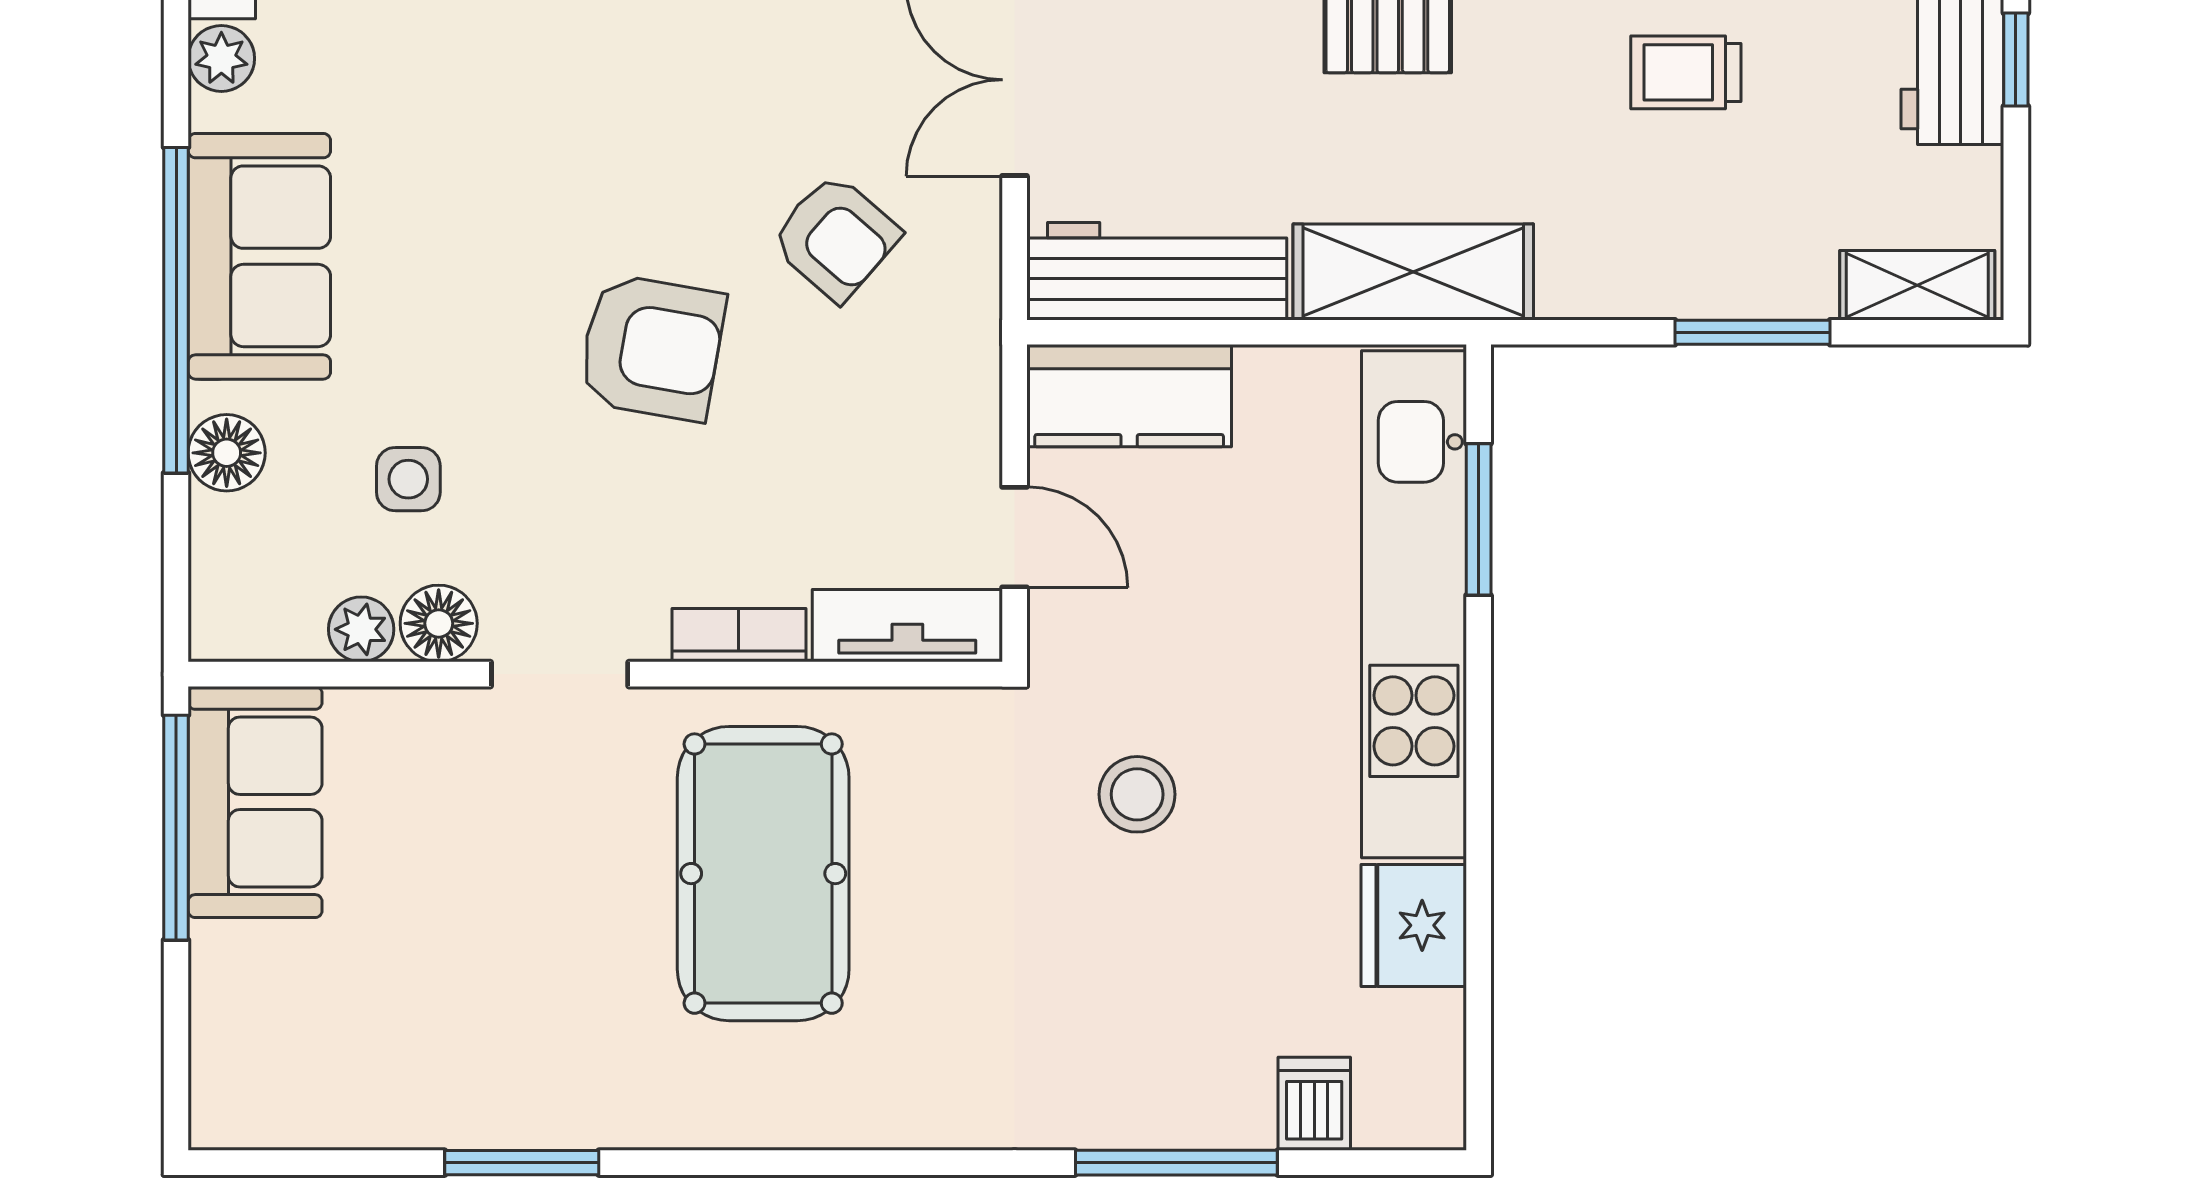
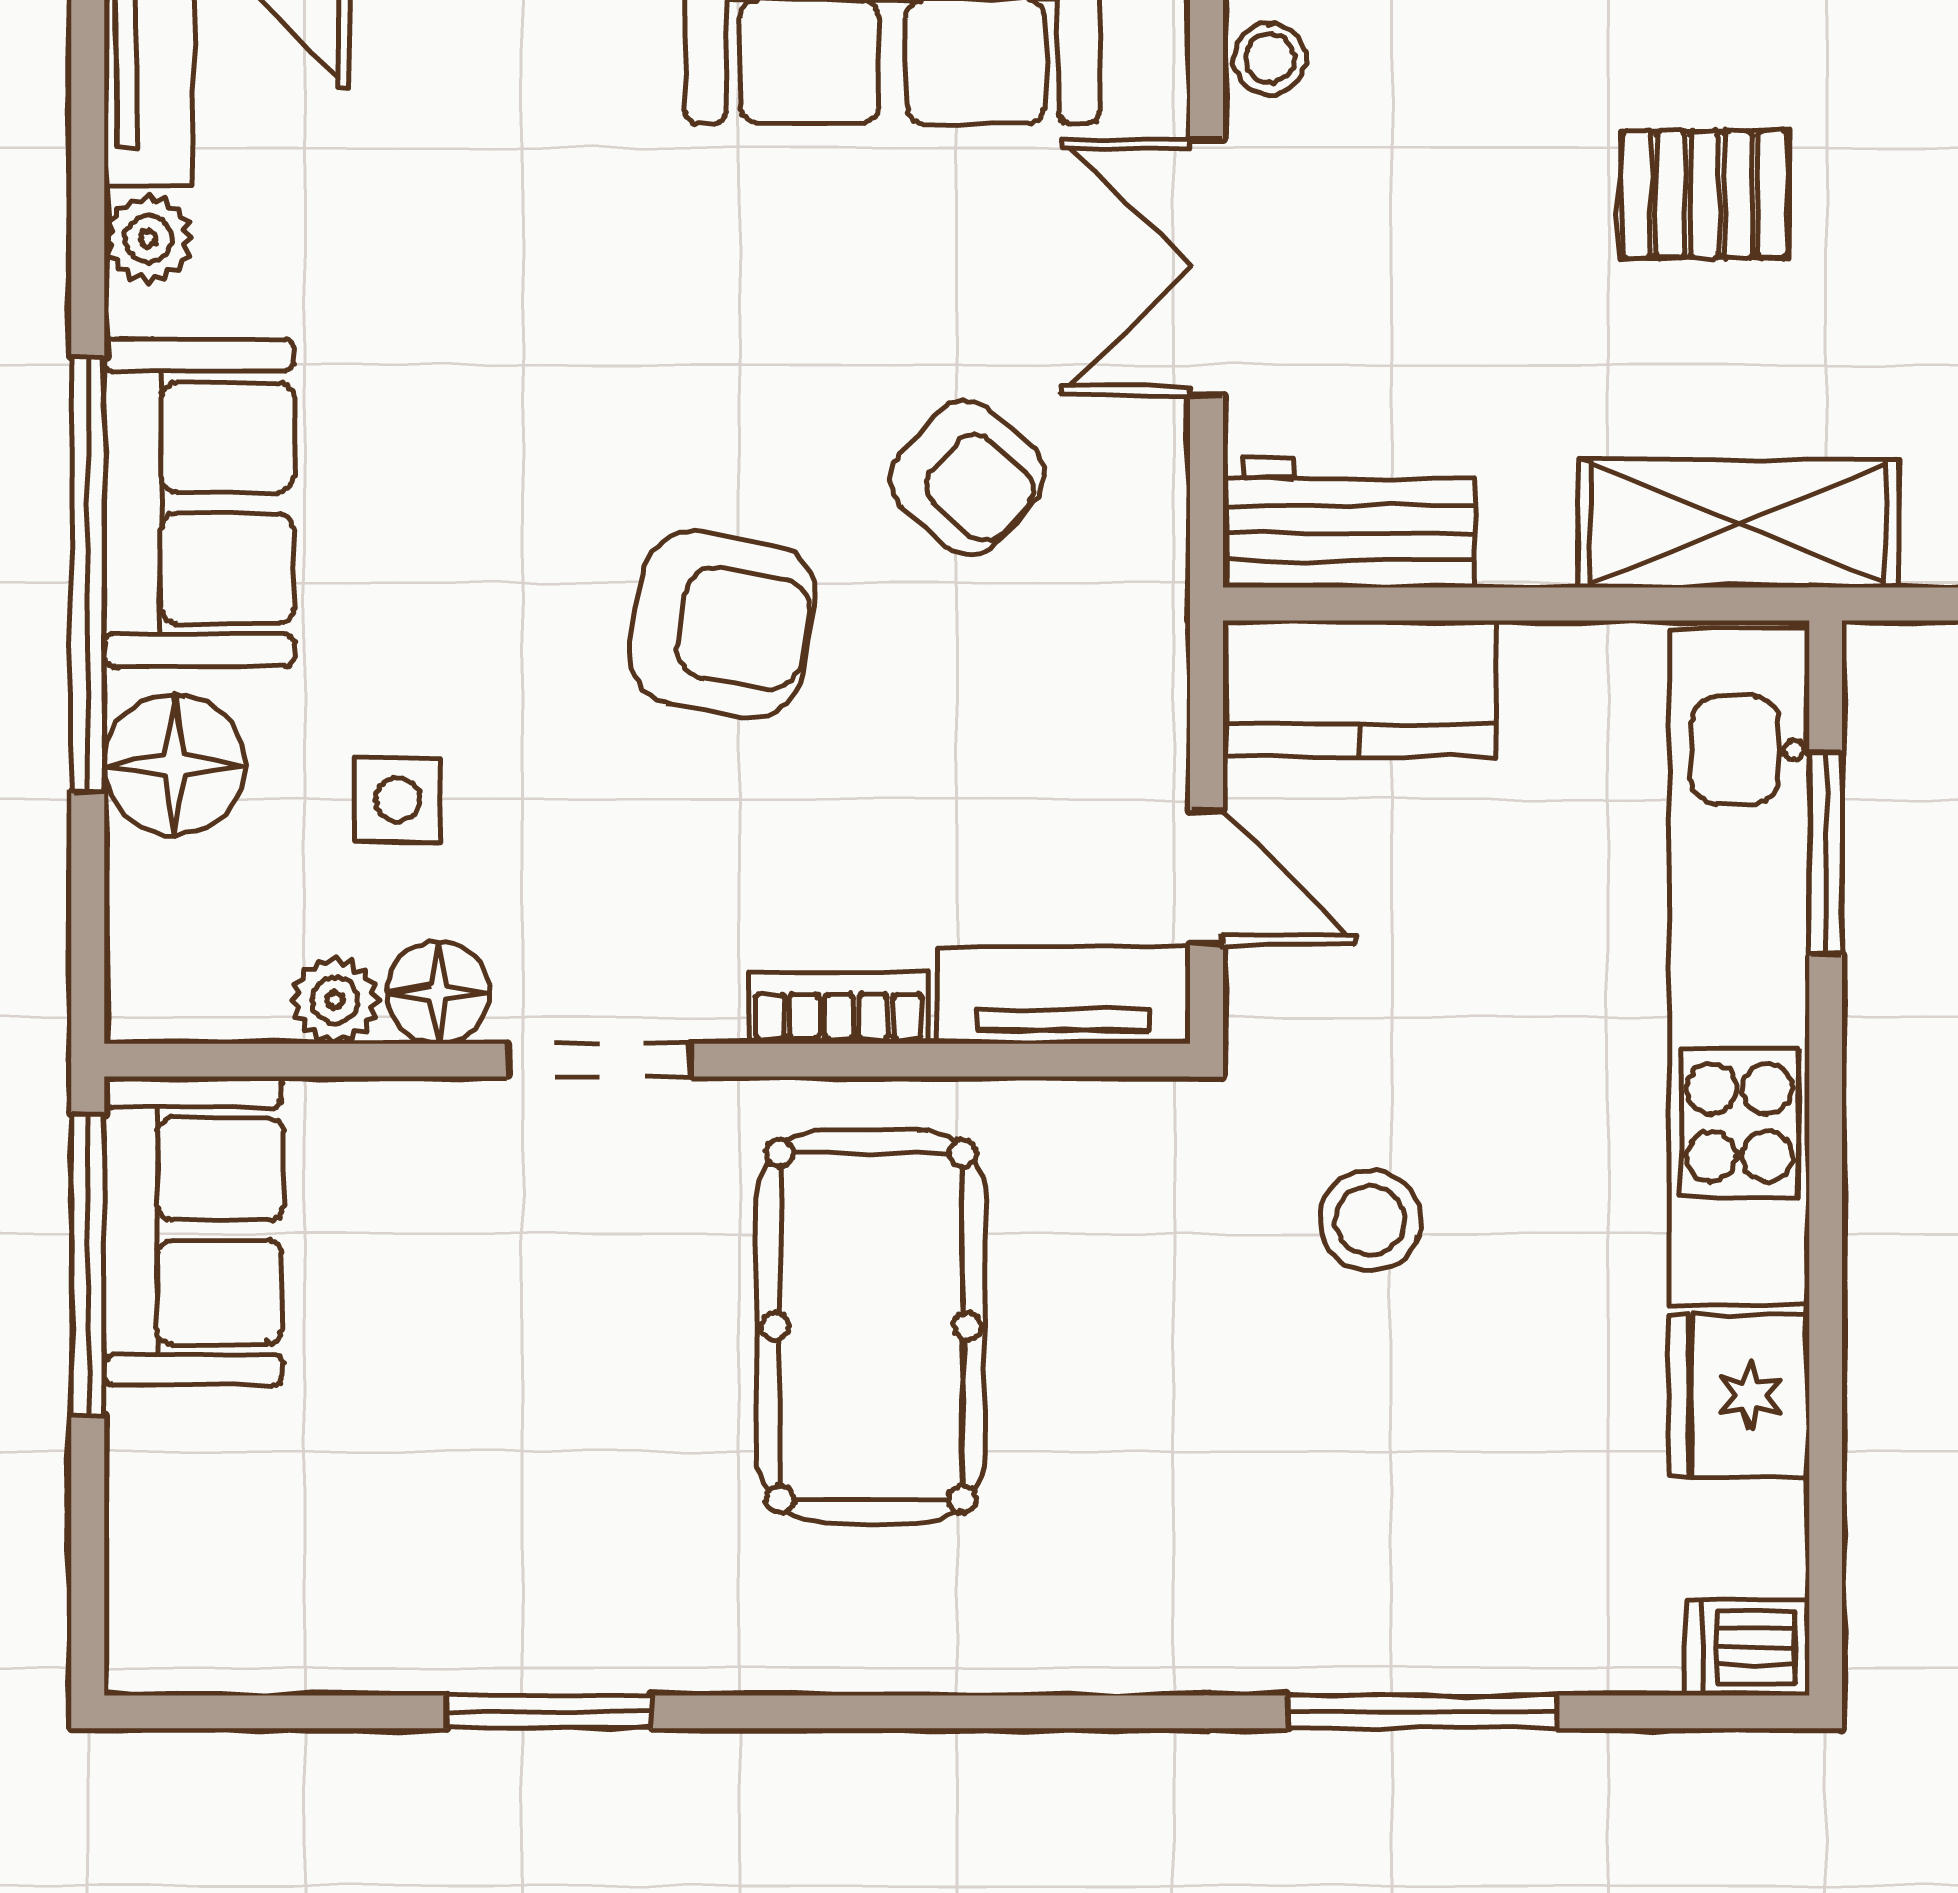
workbench: (1157, 271) -> (1349, 523), width x0.73
floor lamp: (227, 453) -> (175, 765), width x1.38, depth x1.38
dishwasher: (1314, 1104) -> (1747, 1647), moved, turned -90

